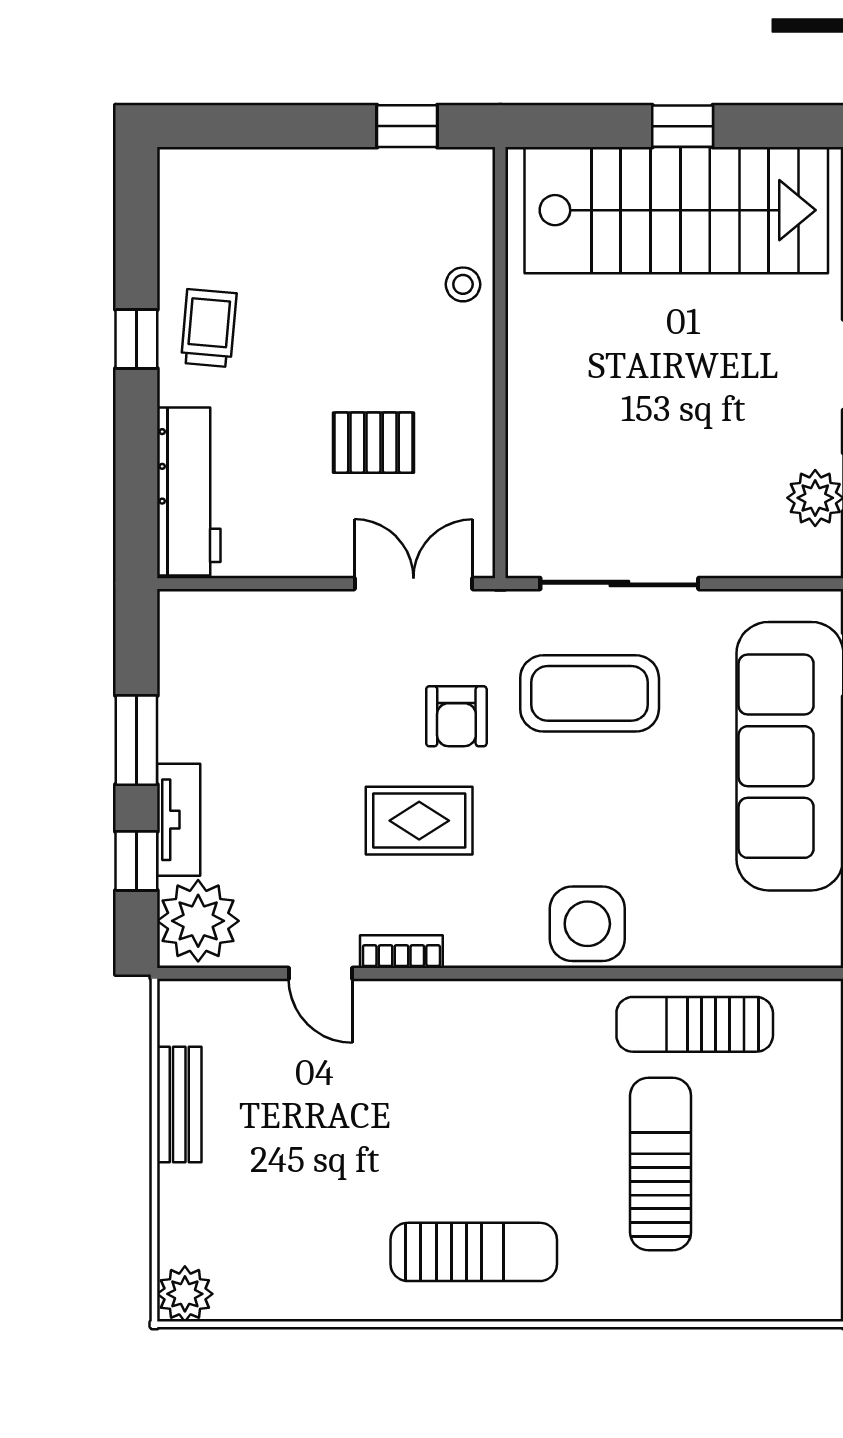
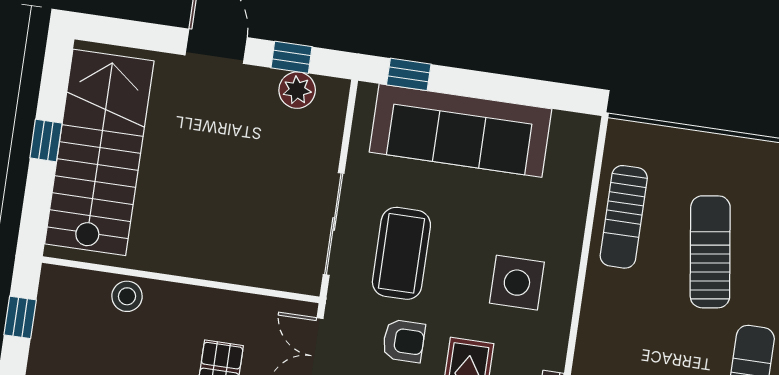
stool: (463, 284) -> (127, 296), width x1.37, depth x1.37
side table: (587, 924) -> (517, 283), moved
sun lounger: (661, 1164) -> (710, 252), turned 82

